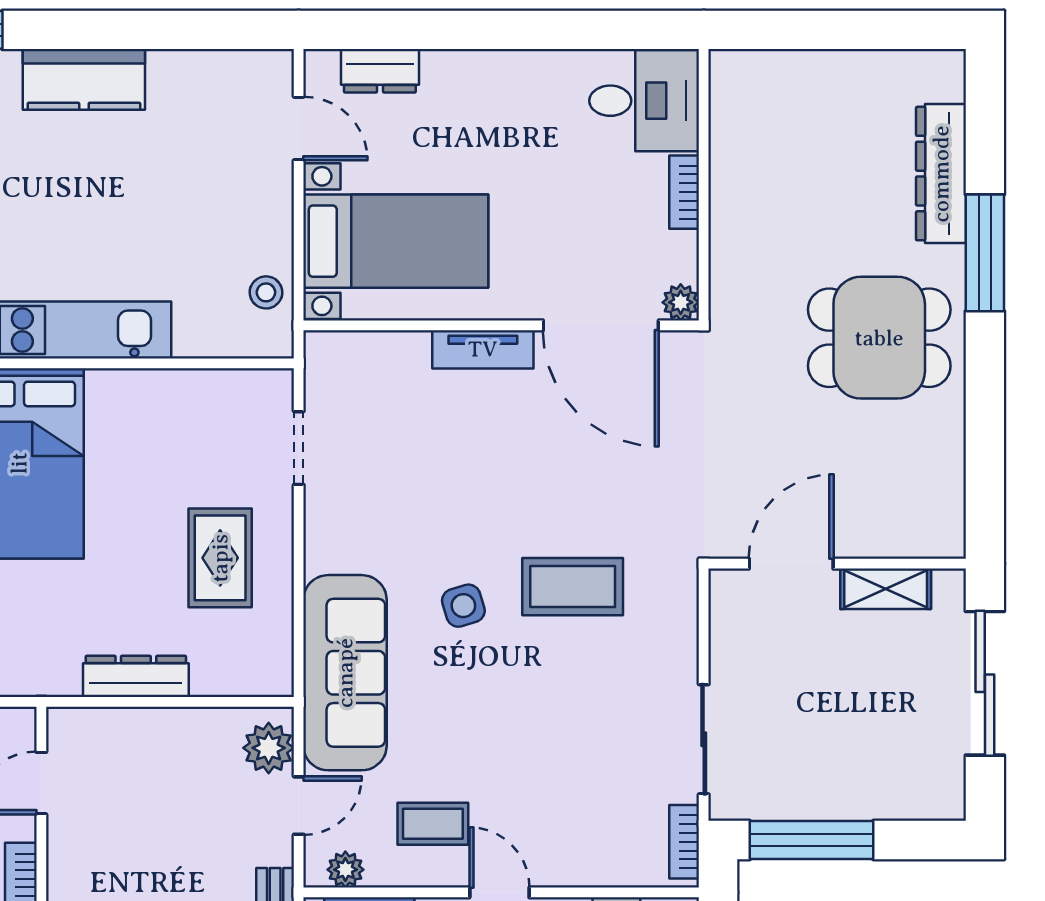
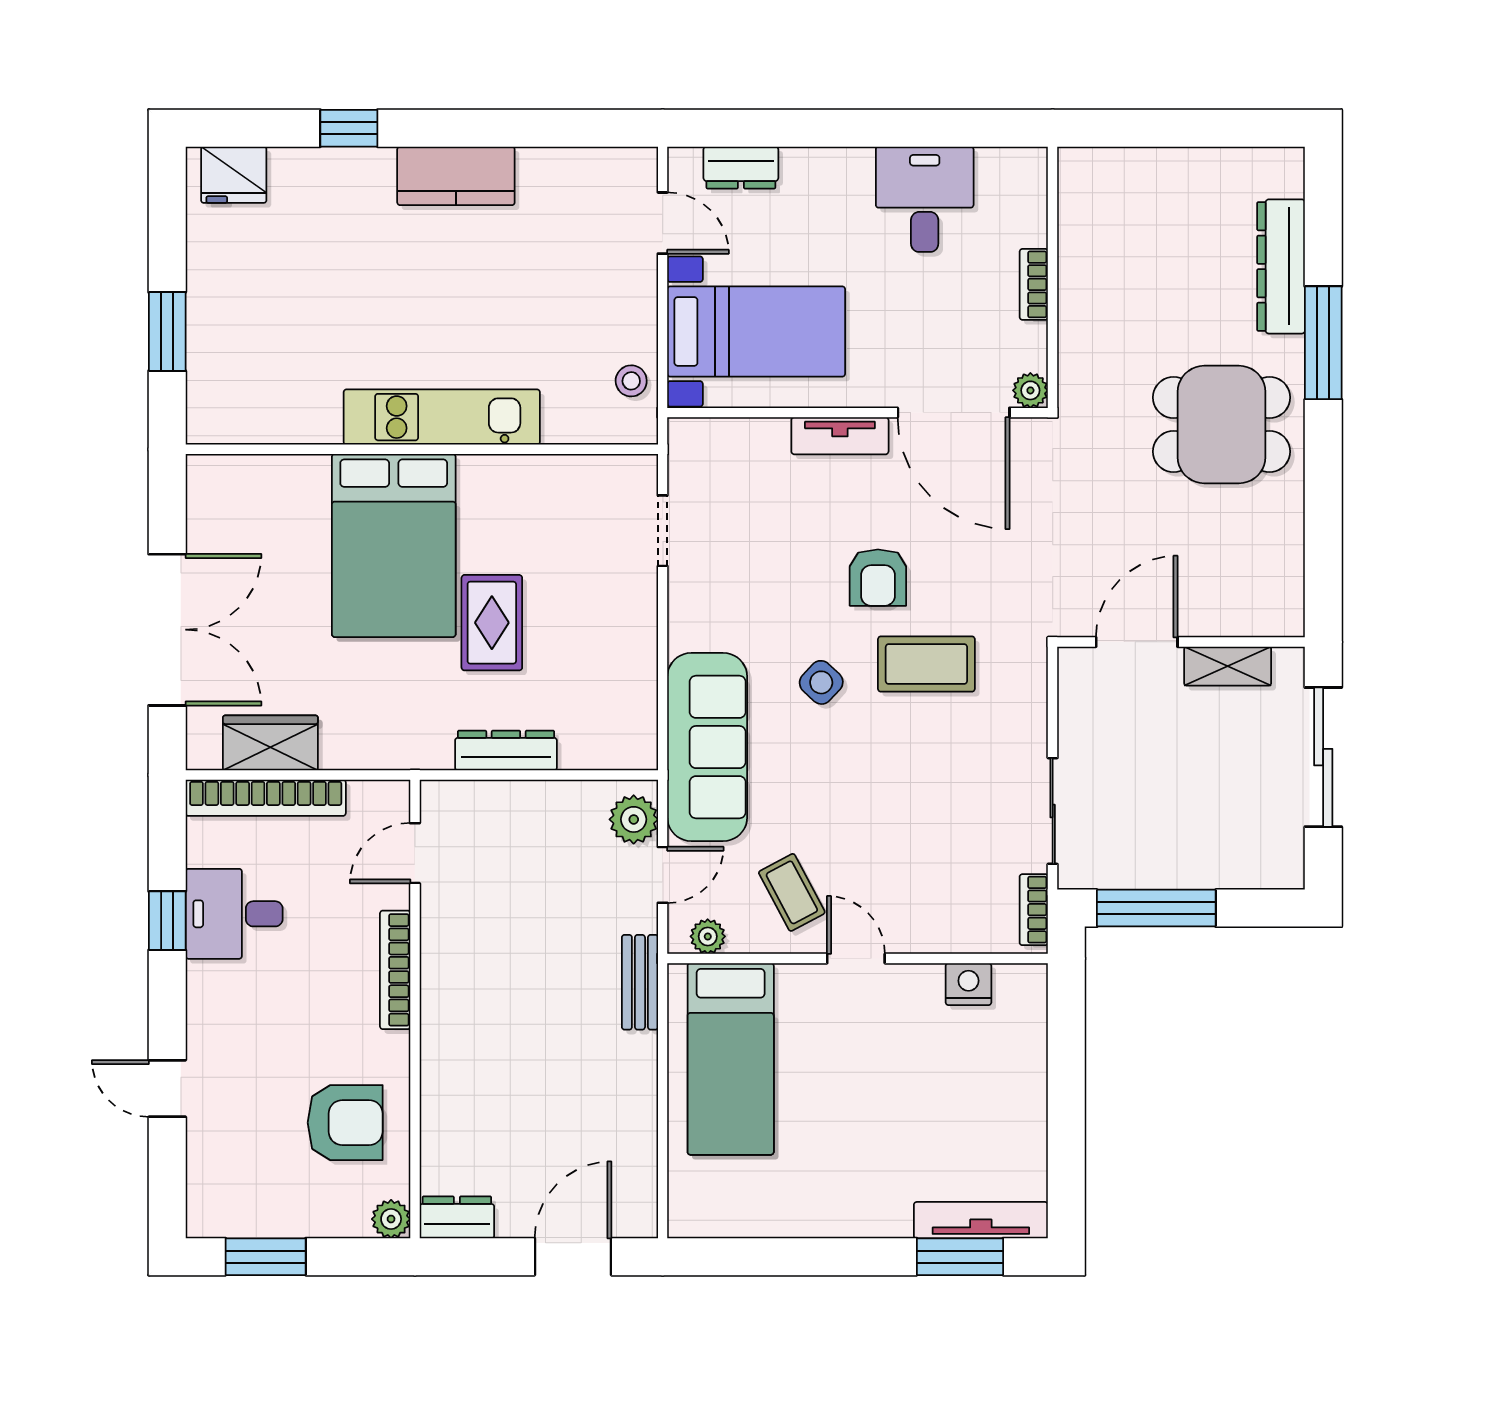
desk: (644, 101) -> (925, 199), moved, turned -90
armchair: (522, 497) -> (878, 578), added
rug: (220, 558) -> (492, 623), moved
side table: (463, 606) -> (821, 682), turned -30
coffee table: (433, 824) -> (792, 892), turned 62

